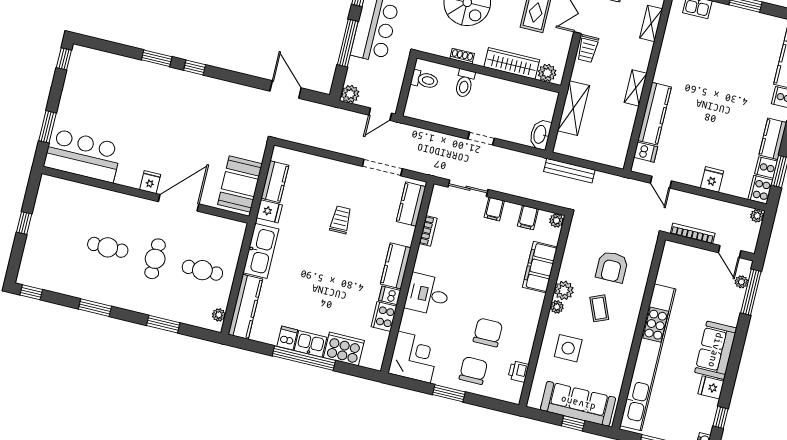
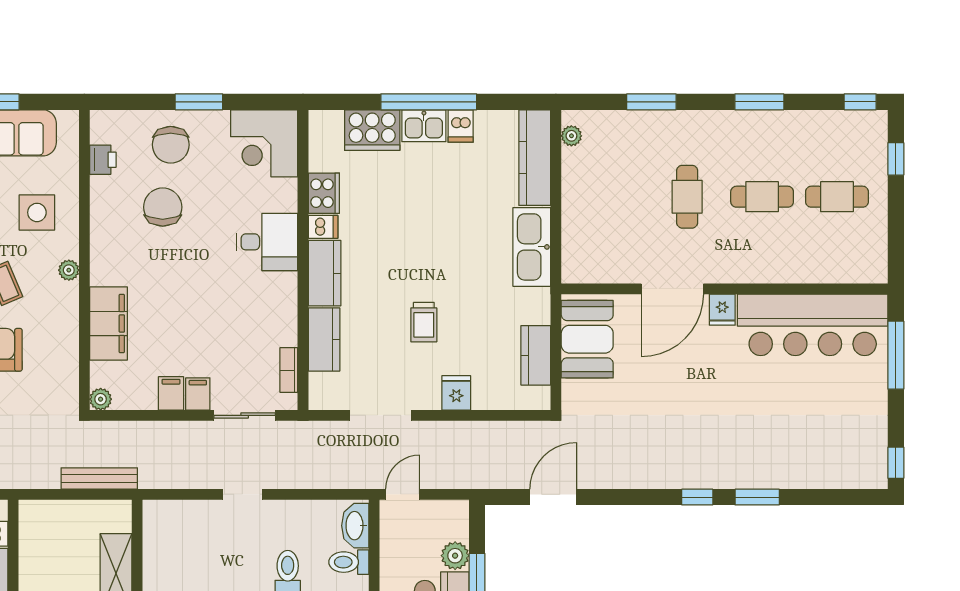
door: (286, 90) -> (553, 497), swing flipped
plant: (350, 94) -> (455, 556), moved
window: (47, 127) -> (896, 355), width x1.44
washbasin: (540, 135) -> (355, 526), moved, turned 180
bar counter: (83, 156) -> (813, 325), width x1.36
kitchen counter: (411, 204) -> (324, 340), moved
fridge: (269, 211) -> (456, 393), moved, turned 90
filing cabinet: (528, 217) -> (171, 393), moved
window: (24, 223) -> (896, 159), moved
bookcase: (428, 231) -> (289, 370), moved
cafe table: (202, 270) -> (837, 197), moved
plant: (564, 290) -> (64, 297), removed
chair: (488, 332) -> (163, 207), turned 180

